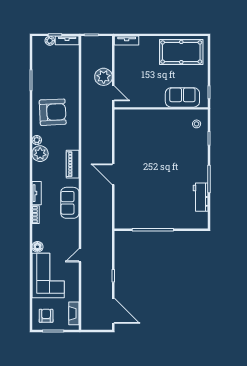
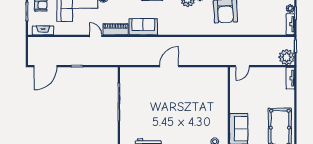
plant: (104, 77) -> (287, 57), moved
piano: (73, 164) -> (116, 29), moved

